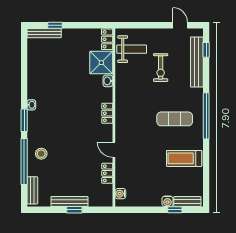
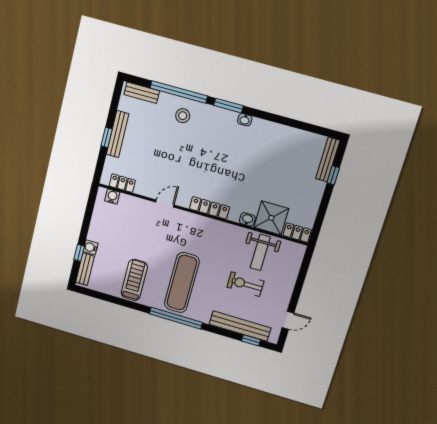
weight bench: (132, 49) -> (260, 252), moved
locker: (107, 113) -> (209, 208), width x1.53
exercise mat: (175, 119) -> (182, 283), width x1.36, depth x1.45
locker: (107, 173) -> (122, 183), moved

